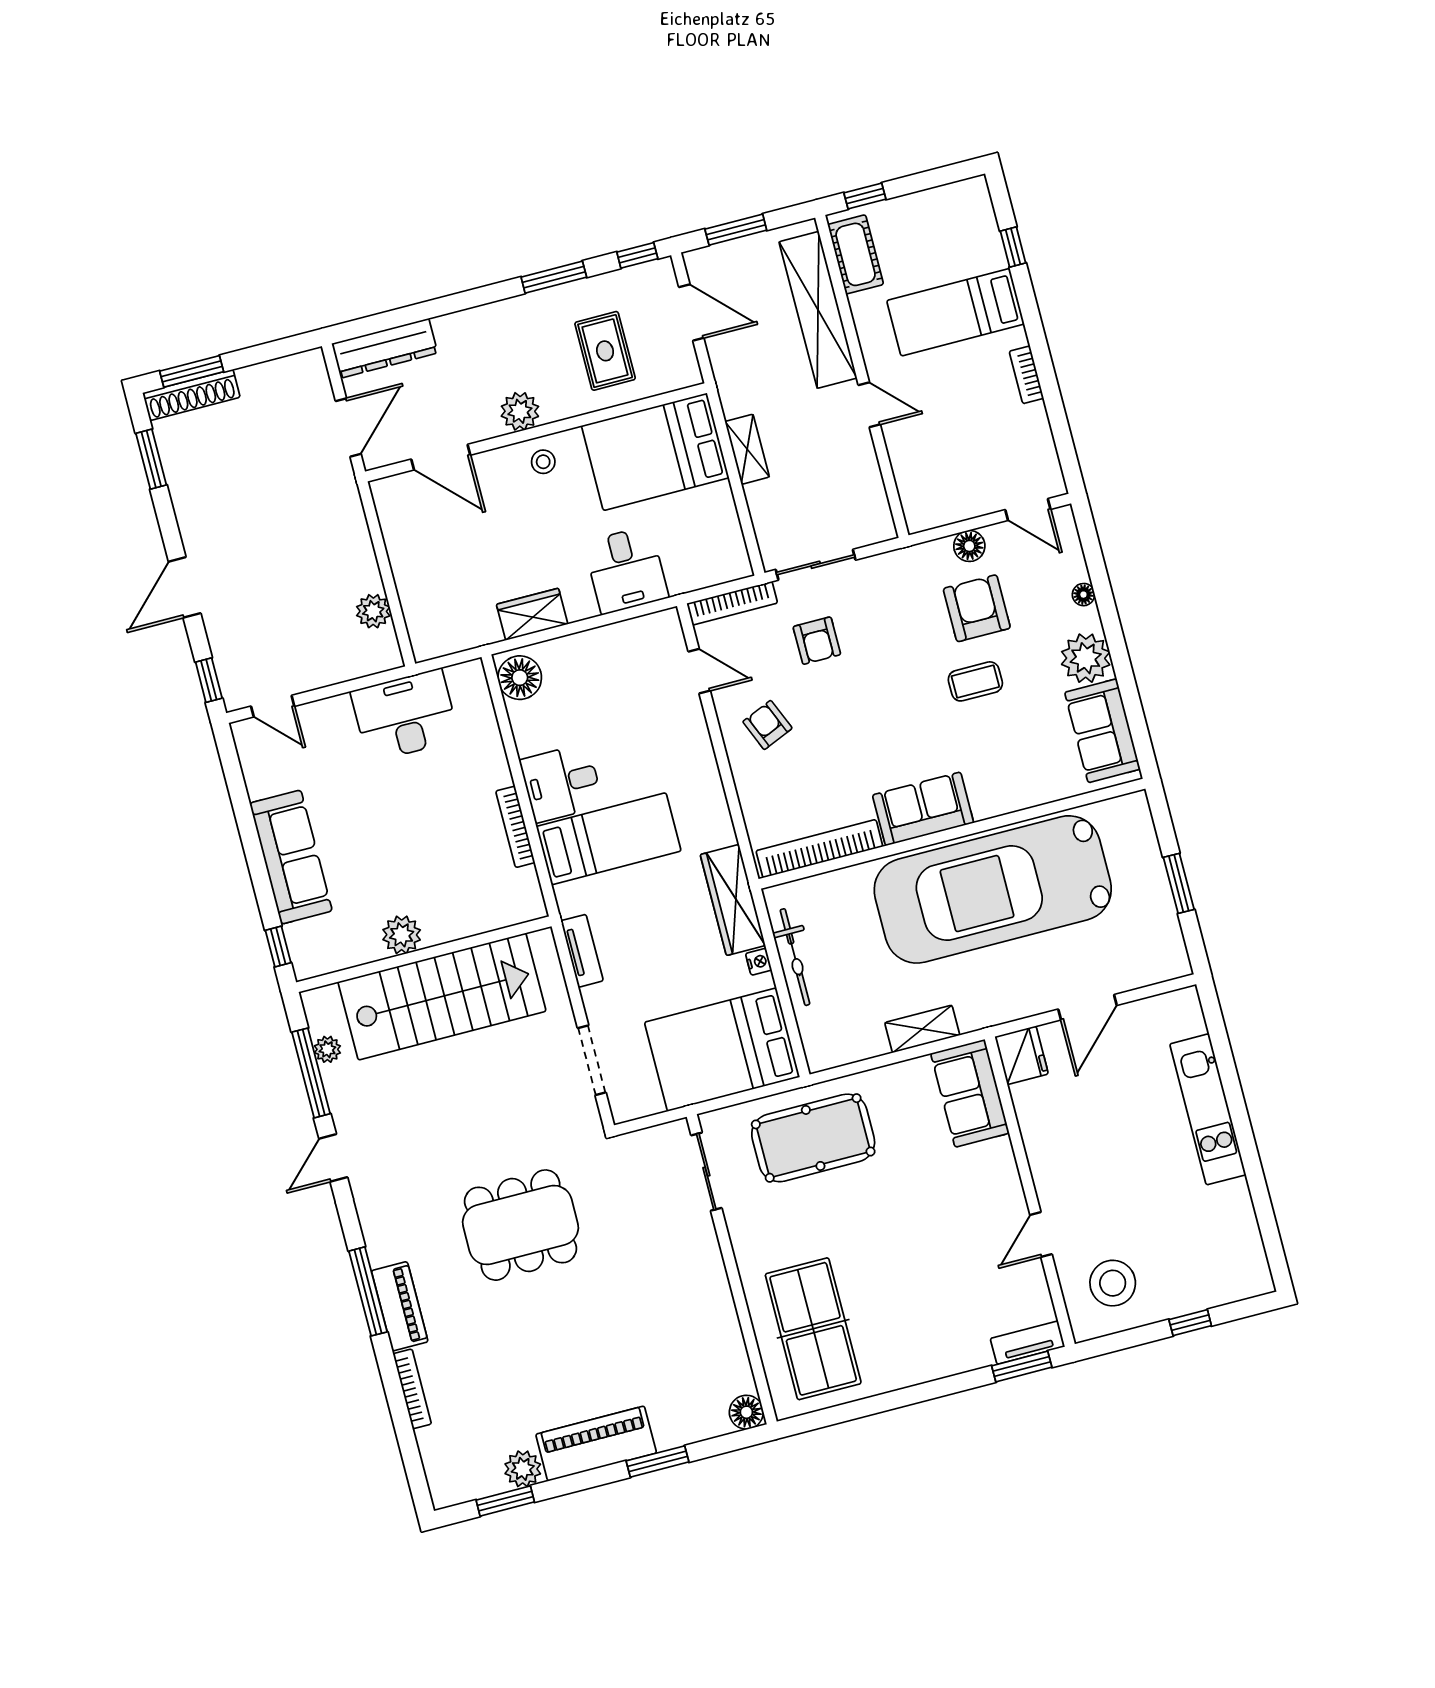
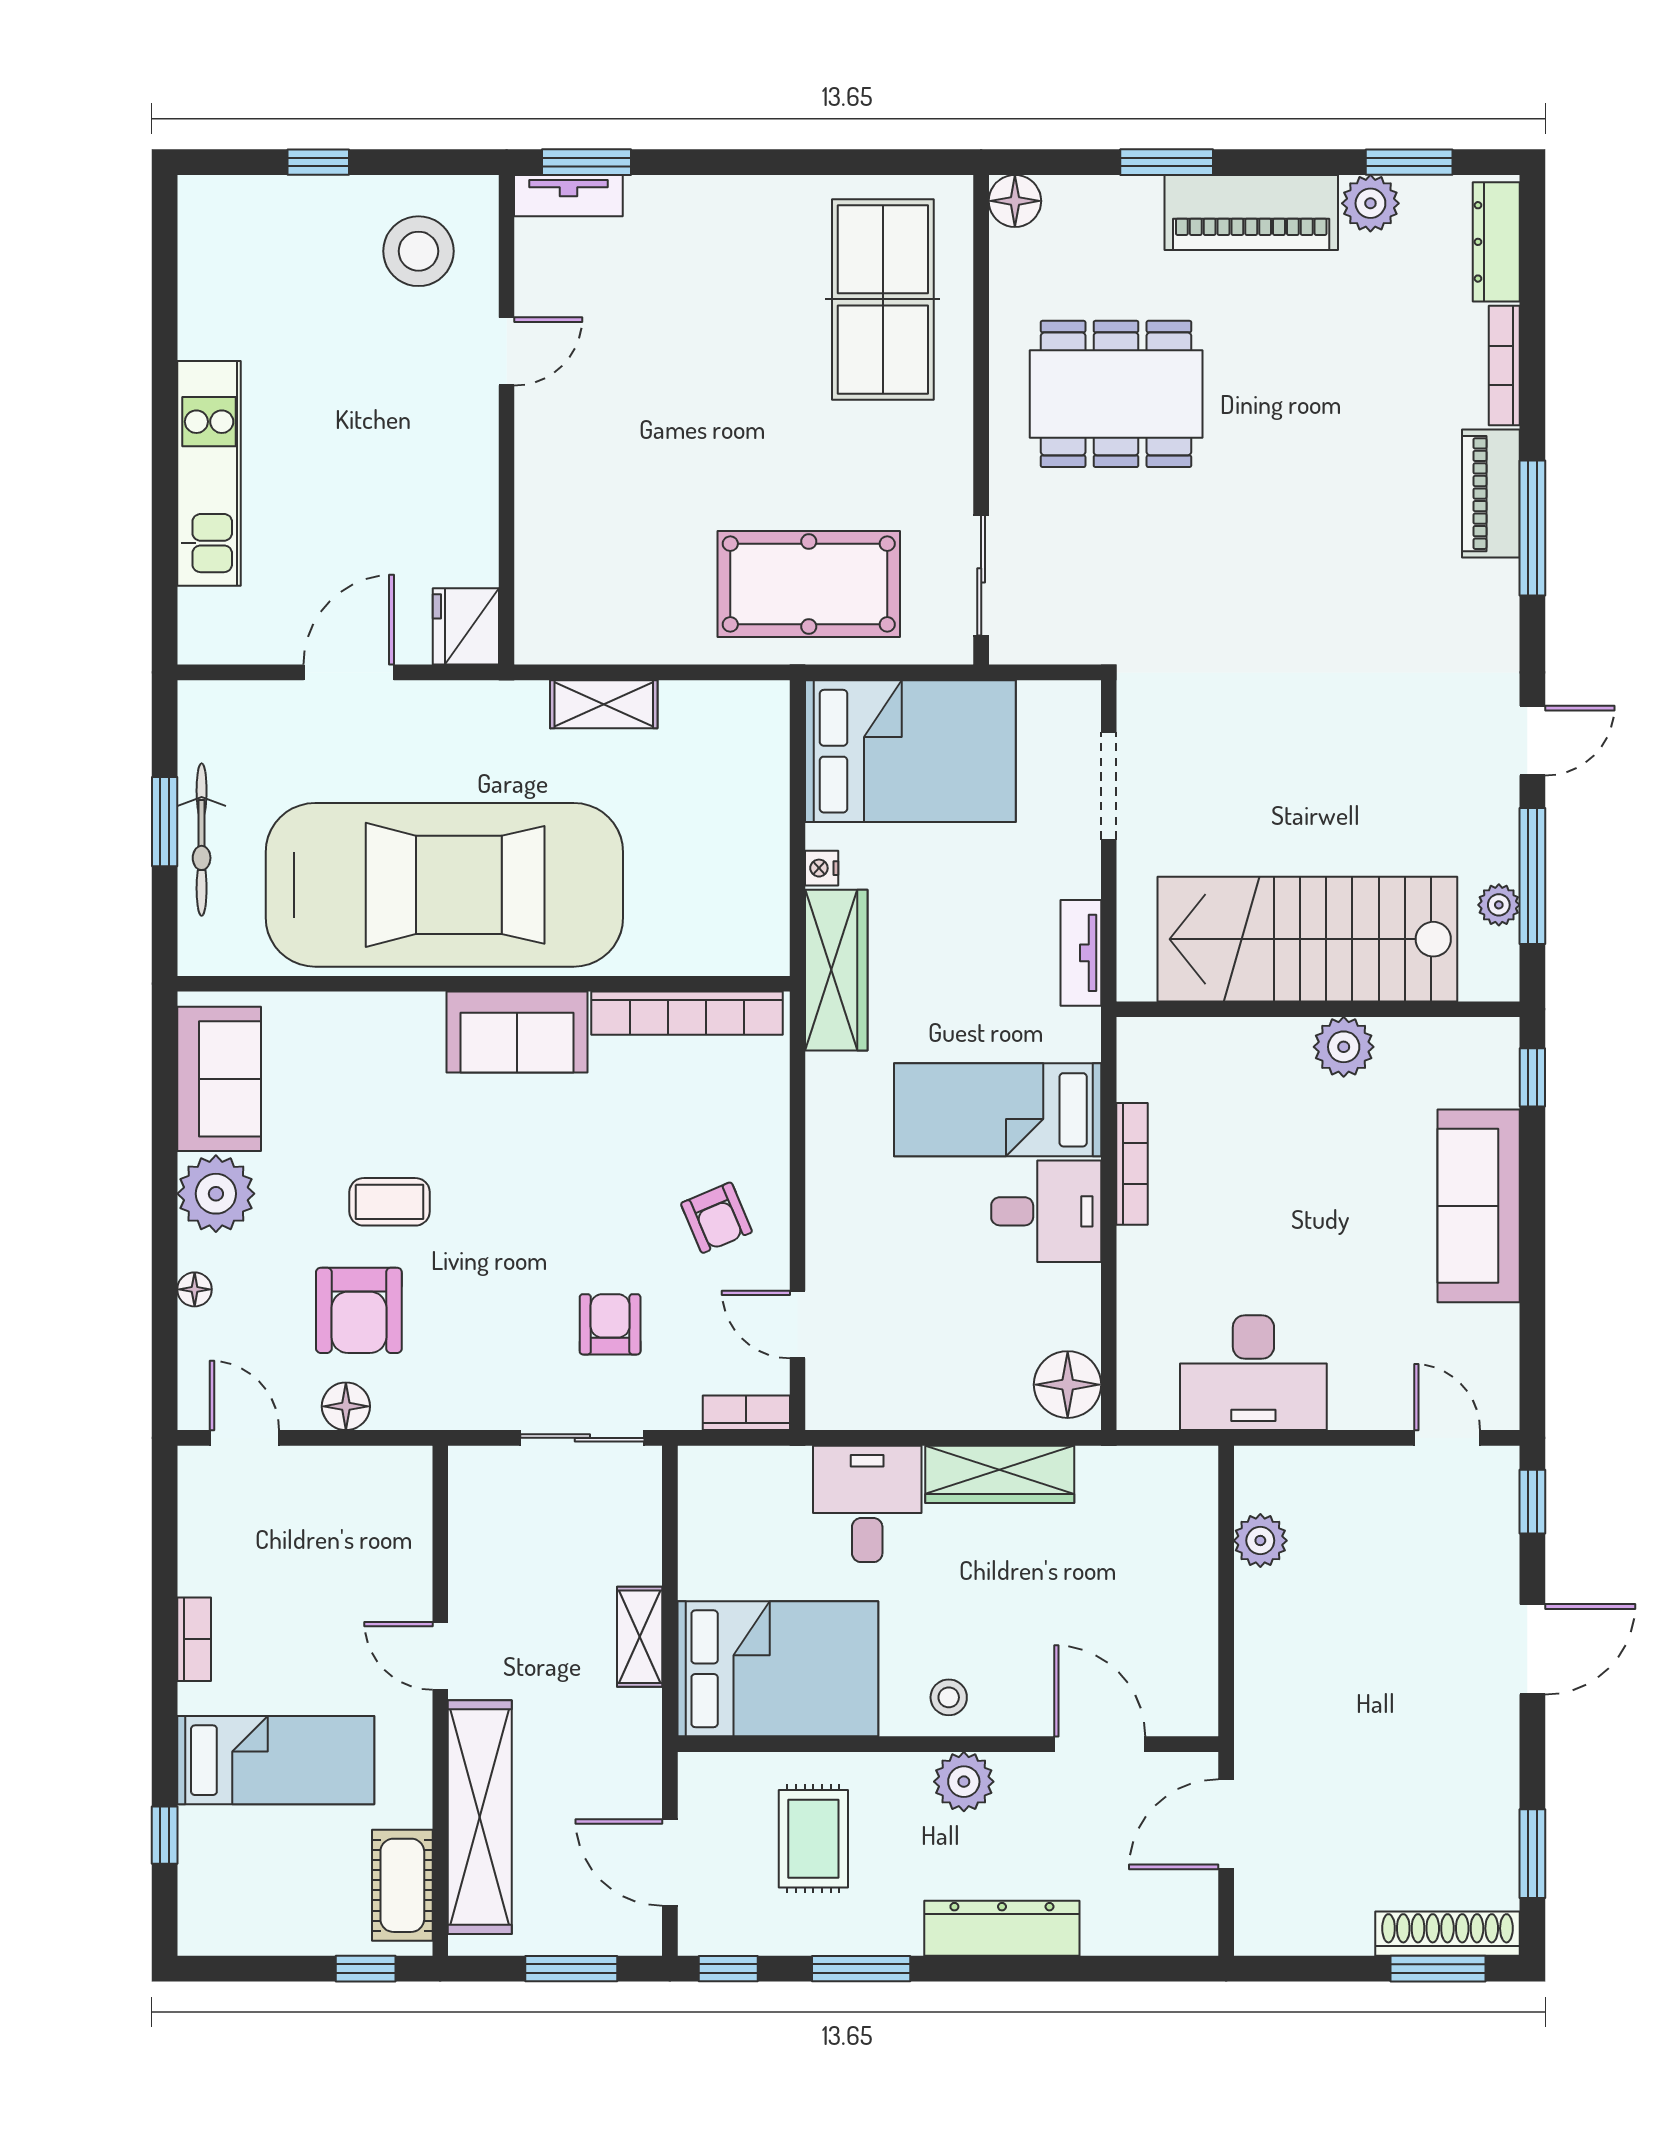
dresser: (385, 348) -> (1002, 1928), moved
bookcase: (732, 603) -> (746, 1413), width x0.64
wardrobe: (532, 614) -> (1000, 1474), width x1.50
bicycle: (795, 957) -> (202, 840), moved, turned 180
sofa: (970, 1093) -> (558, 590), removed
dining table: (521, 1225) -> (1116, 394), moved
dresser: (438, 1465) -> (1496, 242), added

